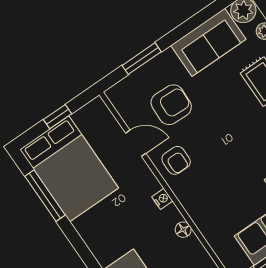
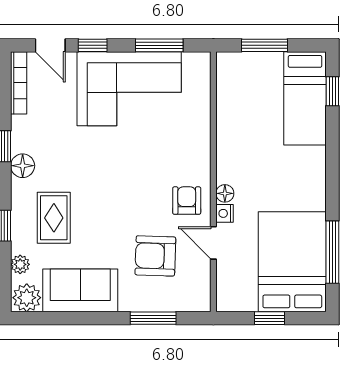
nightstand: (162, 199) -> (225, 213), moved
floor lamp: (183, 230) -> (225, 193), moved

